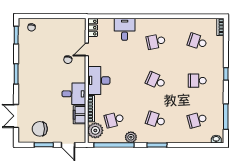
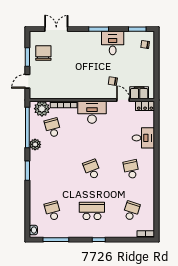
school desk: (156, 81) -> (92, 169), turned -45
school desk: (197, 81) -> (92, 211), width x1.85
desk: (74, 94) -> (113, 43), moved, turned 180
filing cabinet: (79, 115) -> (139, 93), moved
school desk: (156, 120) -> (53, 169), removed

